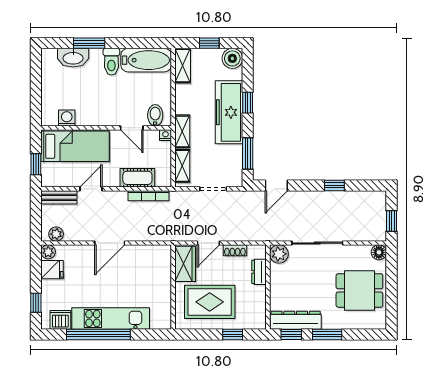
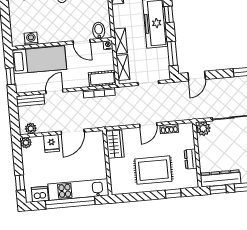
cot: (137, 178) -> (102, 79), moved
wardrobe: (185, 264) -> (115, 144), moved
fridge: (52, 270) -> (51, 143), moved, turned 90
dresser: (259, 272) -> (191, 159), moved
wall: (173, 287) -> (107, 163), moved

